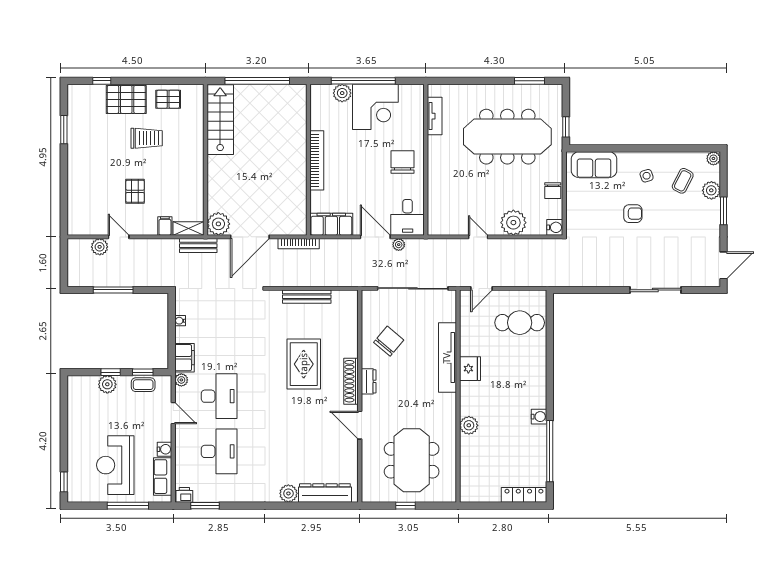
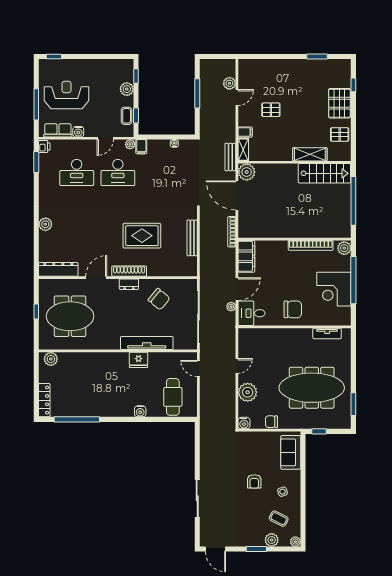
plant: (342, 93) -> (344, 248), moved
pallet: (168, 99) -> (340, 134), turned 90
meeting table: (507, 137) -> (312, 388), turned 90
trolley: (147, 138) -> (310, 118), removed
shelving: (195, 139) -> (310, 154), added
bookcase: (317, 160) -> (311, 245), moved
filing cabinet: (184, 358) -> (141, 147), width x0.50
window: (111, 372) -> (136, 76), moved
water cooler: (539, 417) -> (140, 411), moved
plant: (469, 425) -> (51, 359), moved
dresser: (325, 493) -> (58, 269), moved, turned -90

